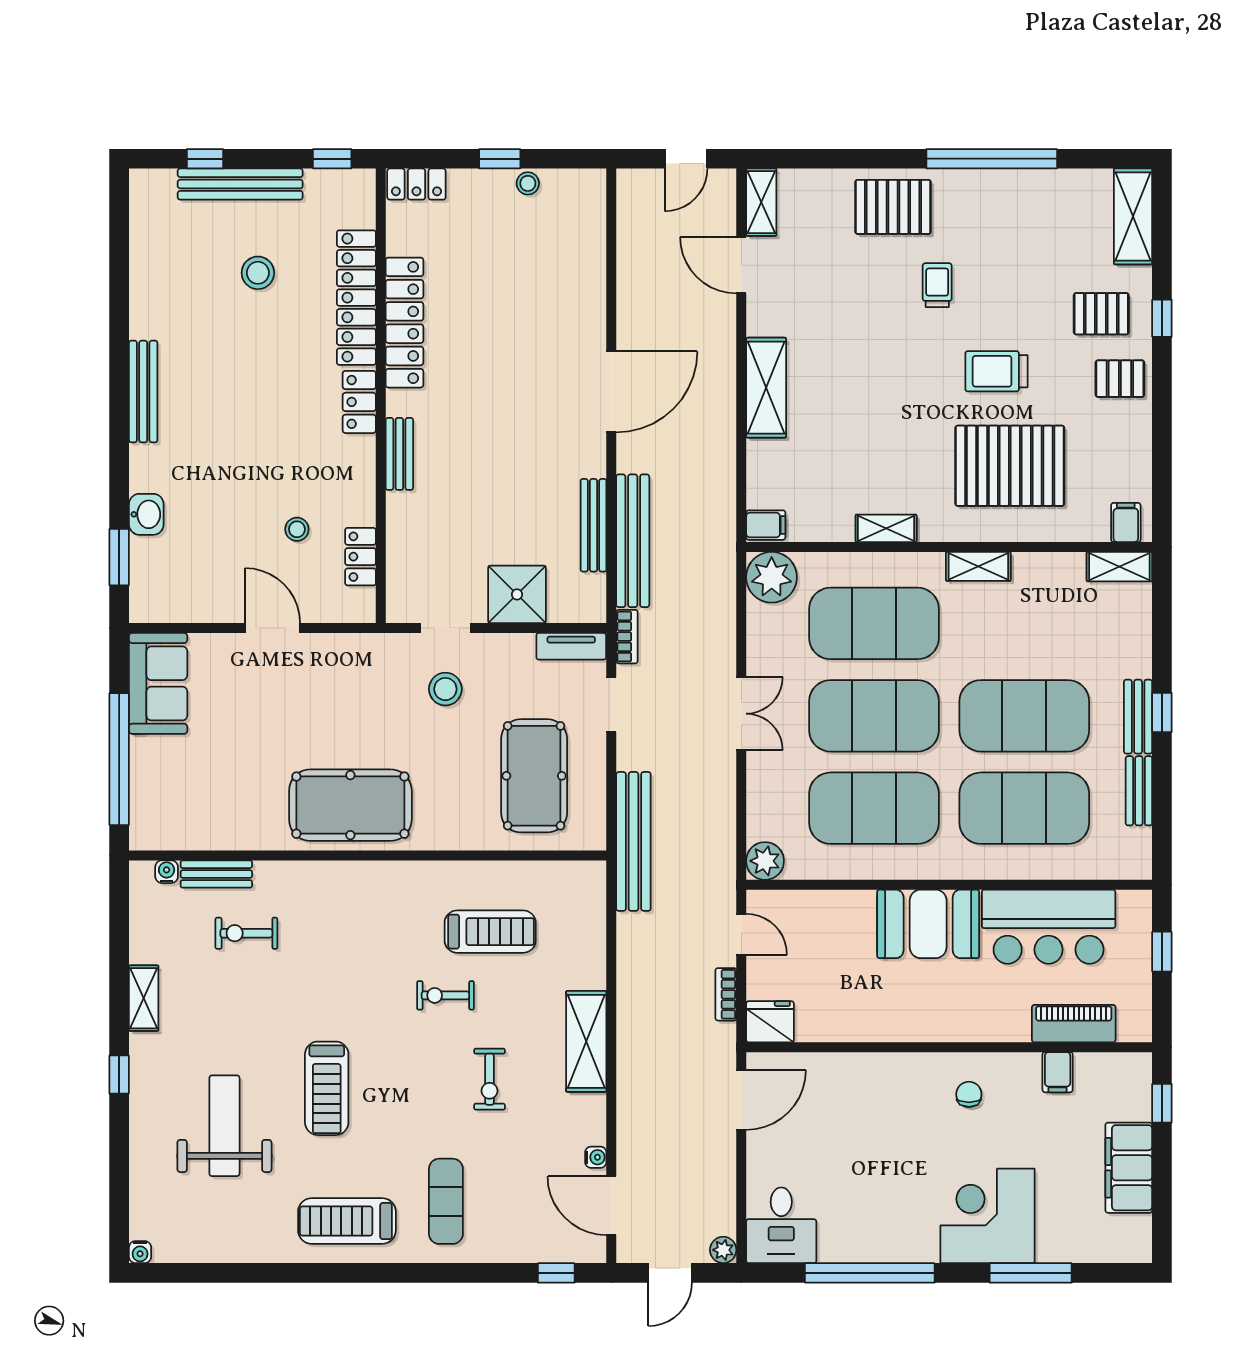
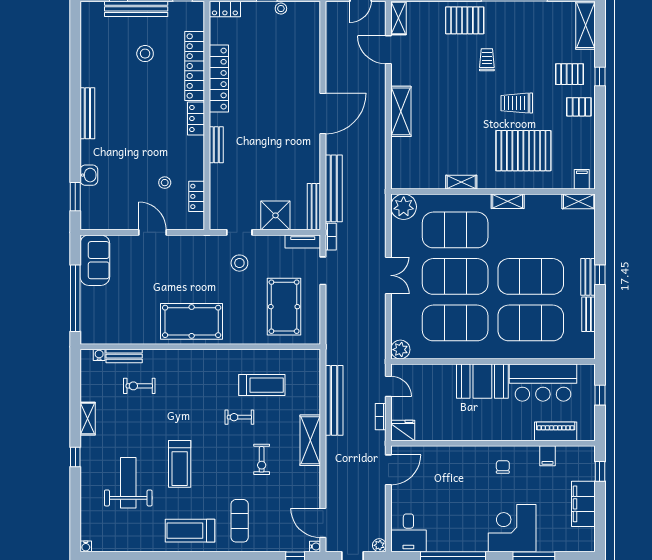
bench: (593, 525) -> (314, 207), moved
filing cabinet: (766, 525) -> (401, 180), removed
bench: (633, 841) -> (334, 400), moved
water cooler: (596, 1157) -> (315, 547), moved

